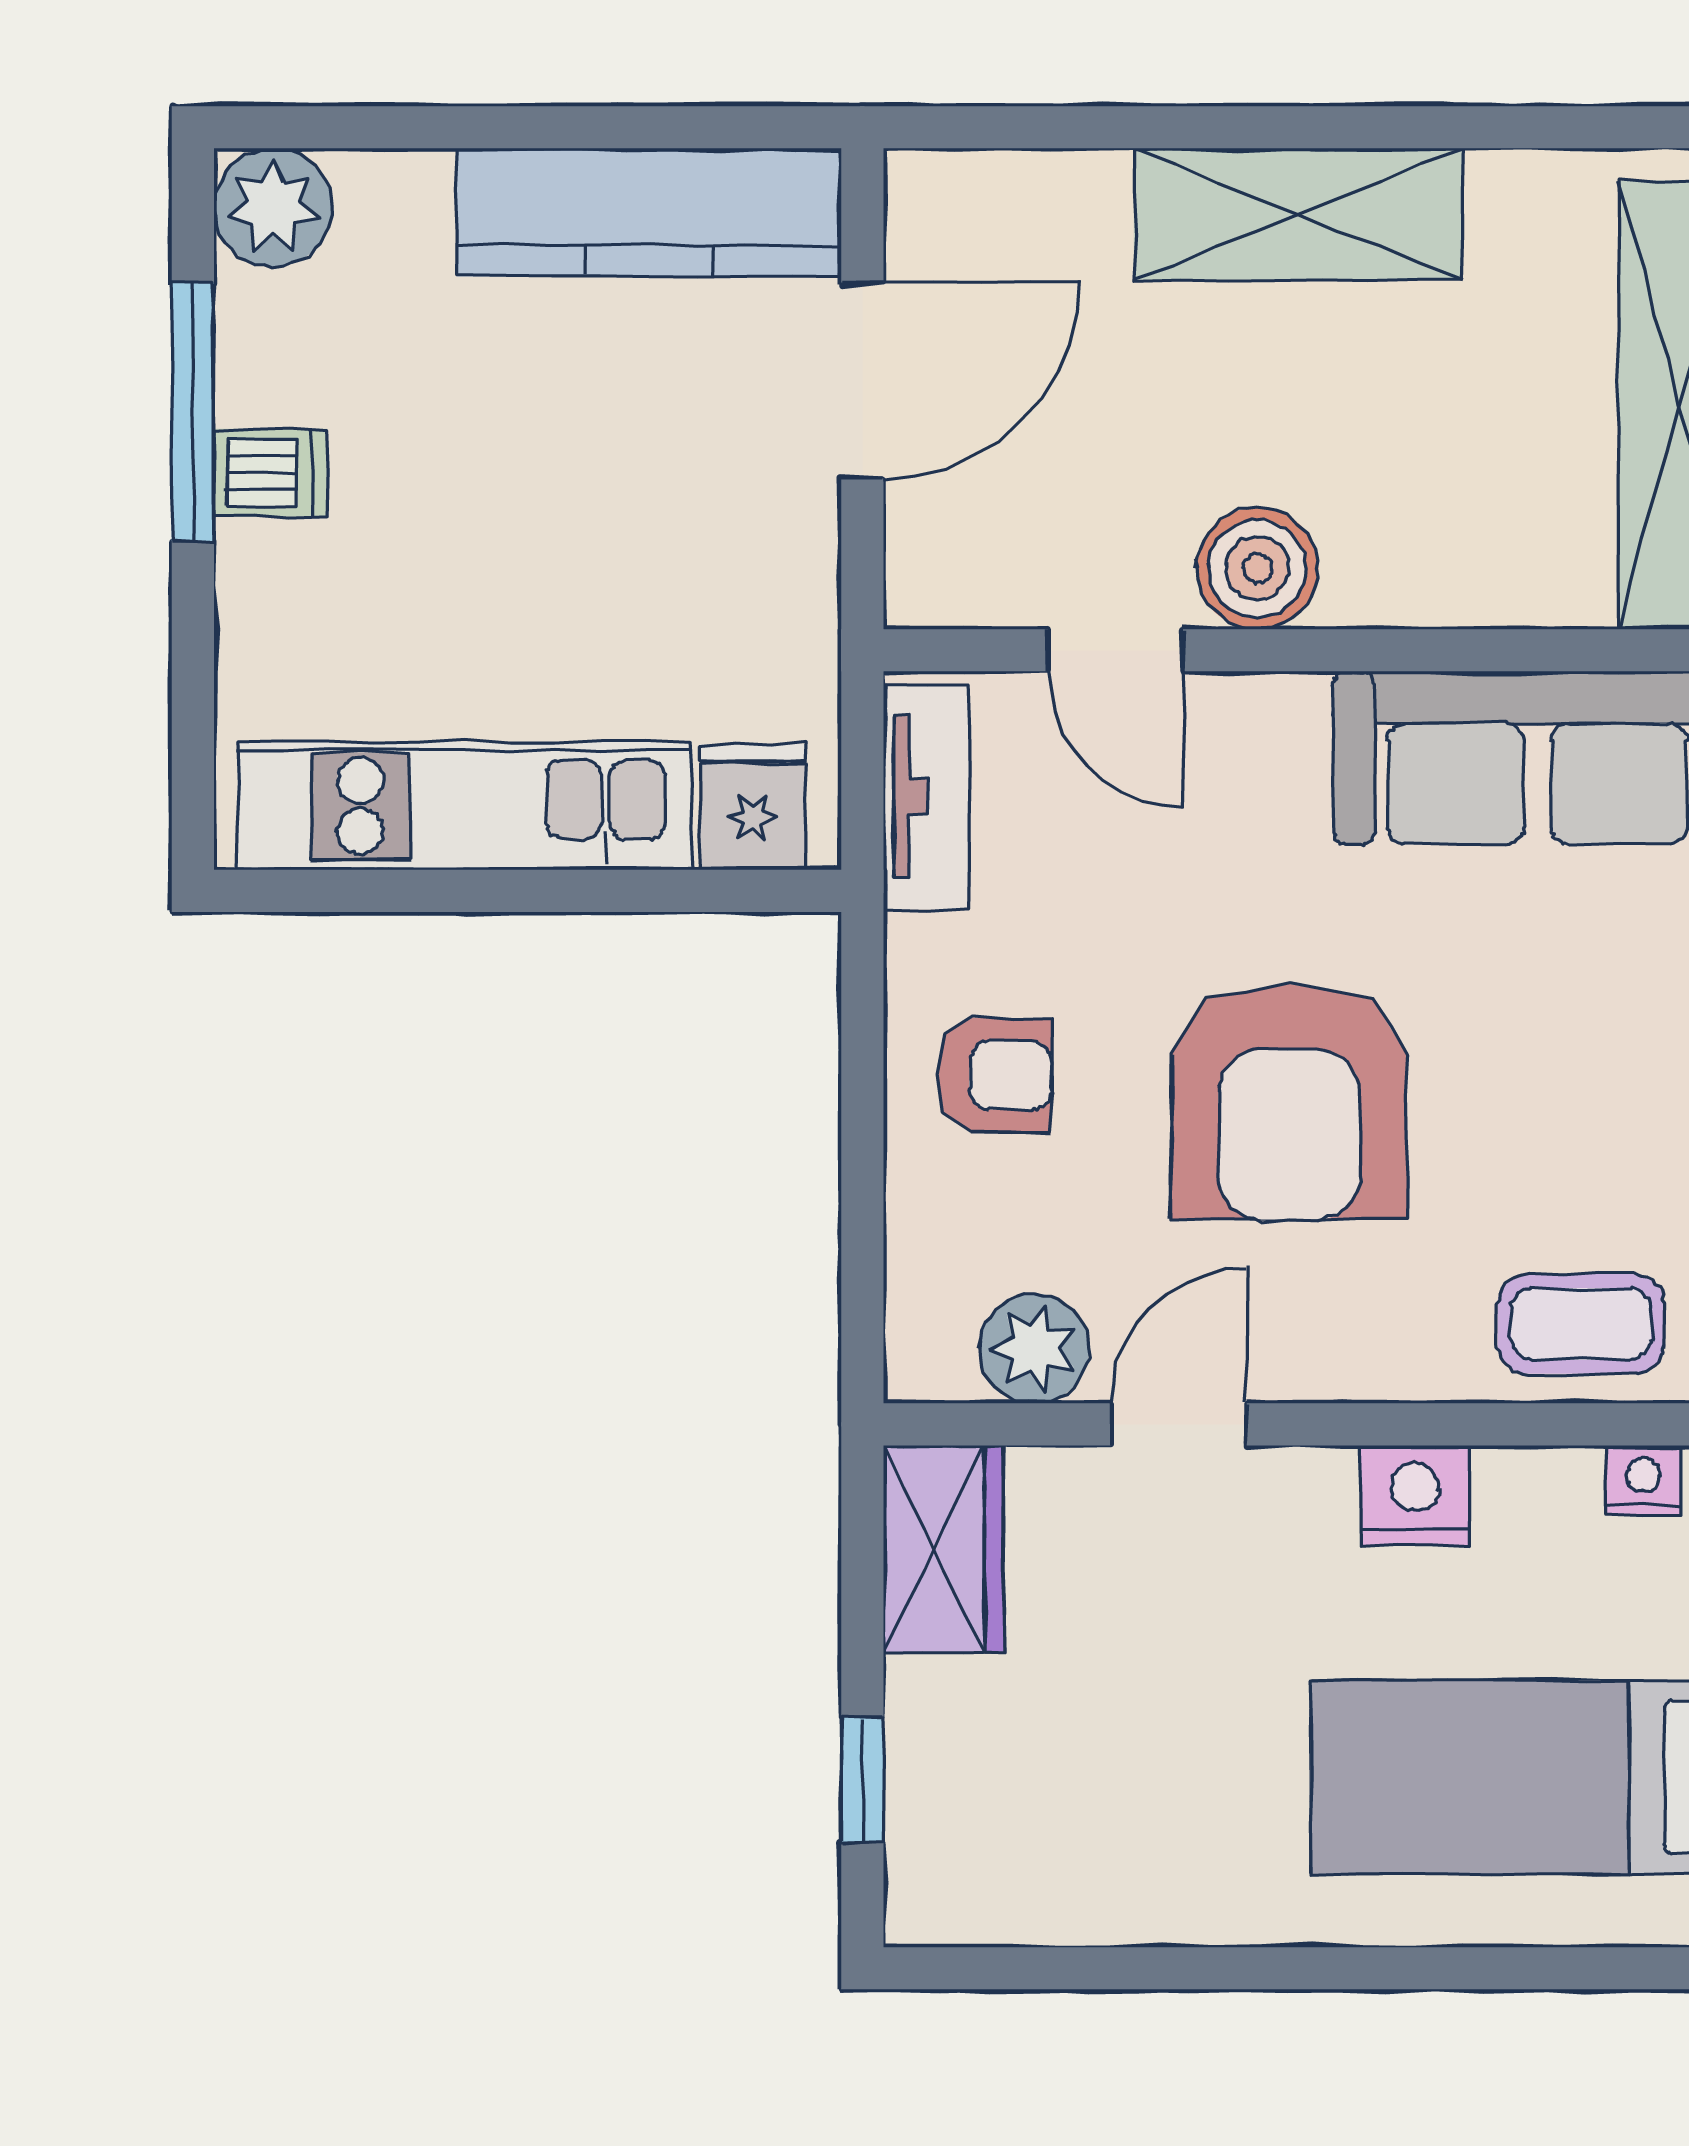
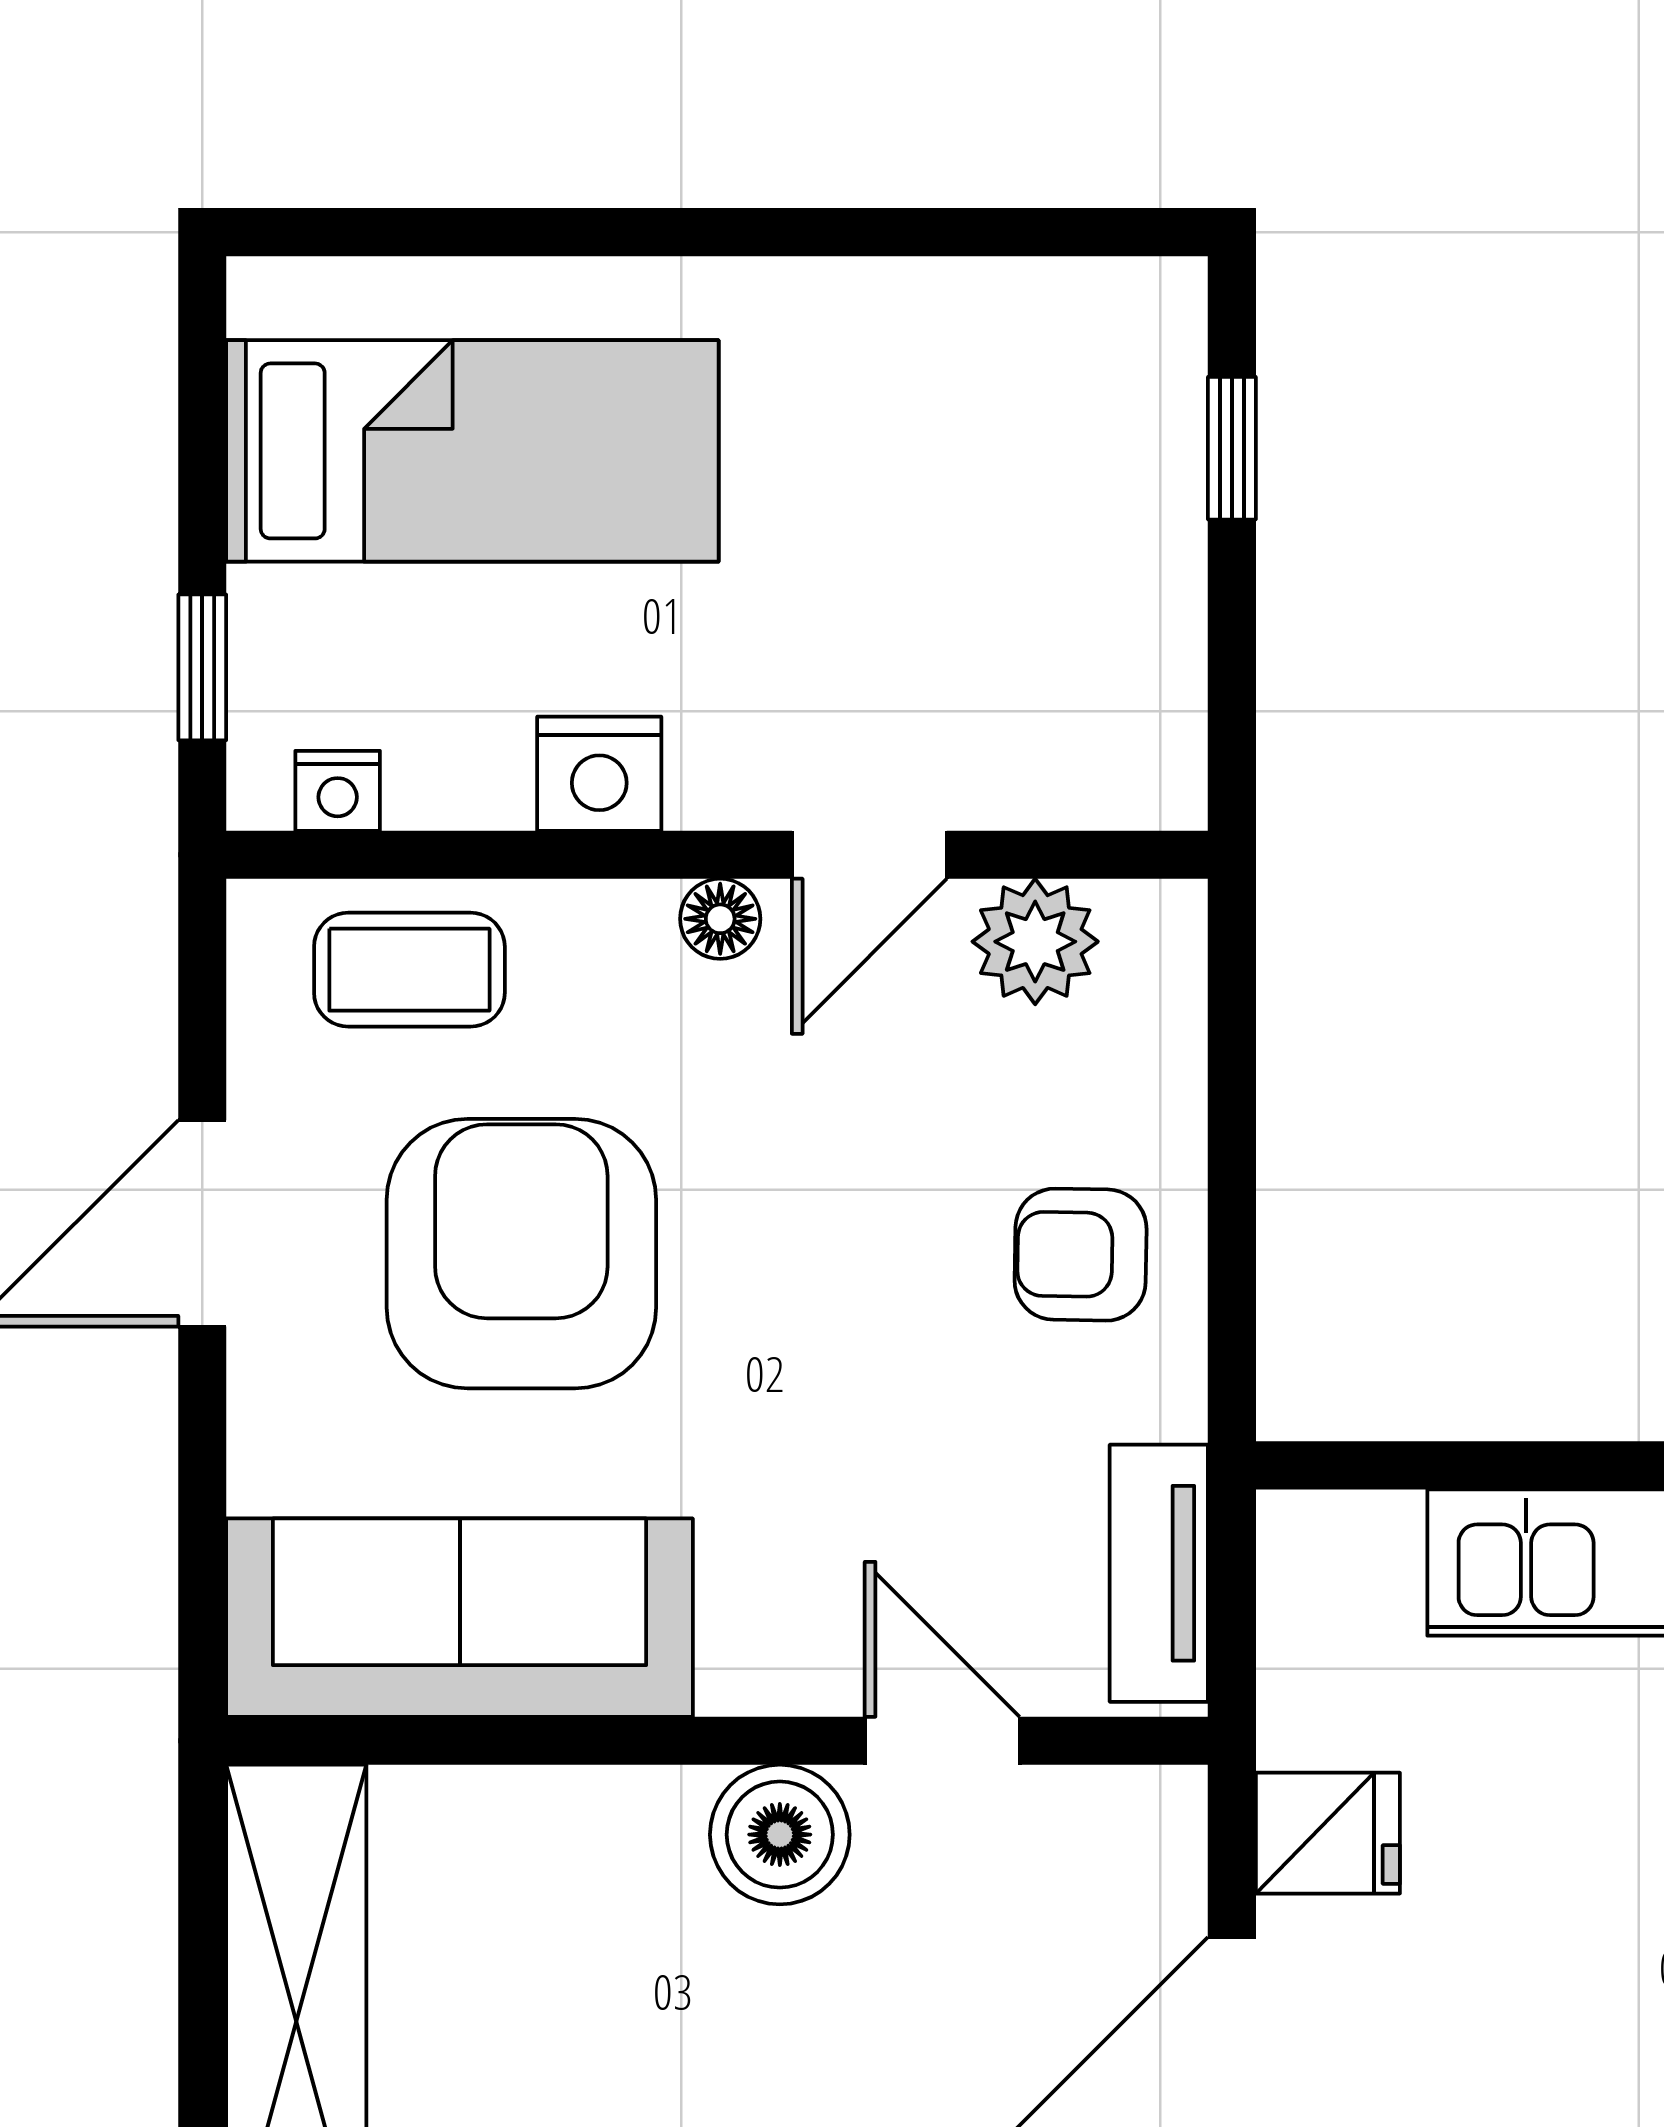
fridge: (753, 807) -> (1328, 1833), moved, turned -90
armchair: (1289, 1102) -> (521, 1254), moved
floor lamp: (1309, 1368) -> (720, 919), added
wardrobe: (943, 1549) -> (1139, 712), removed

